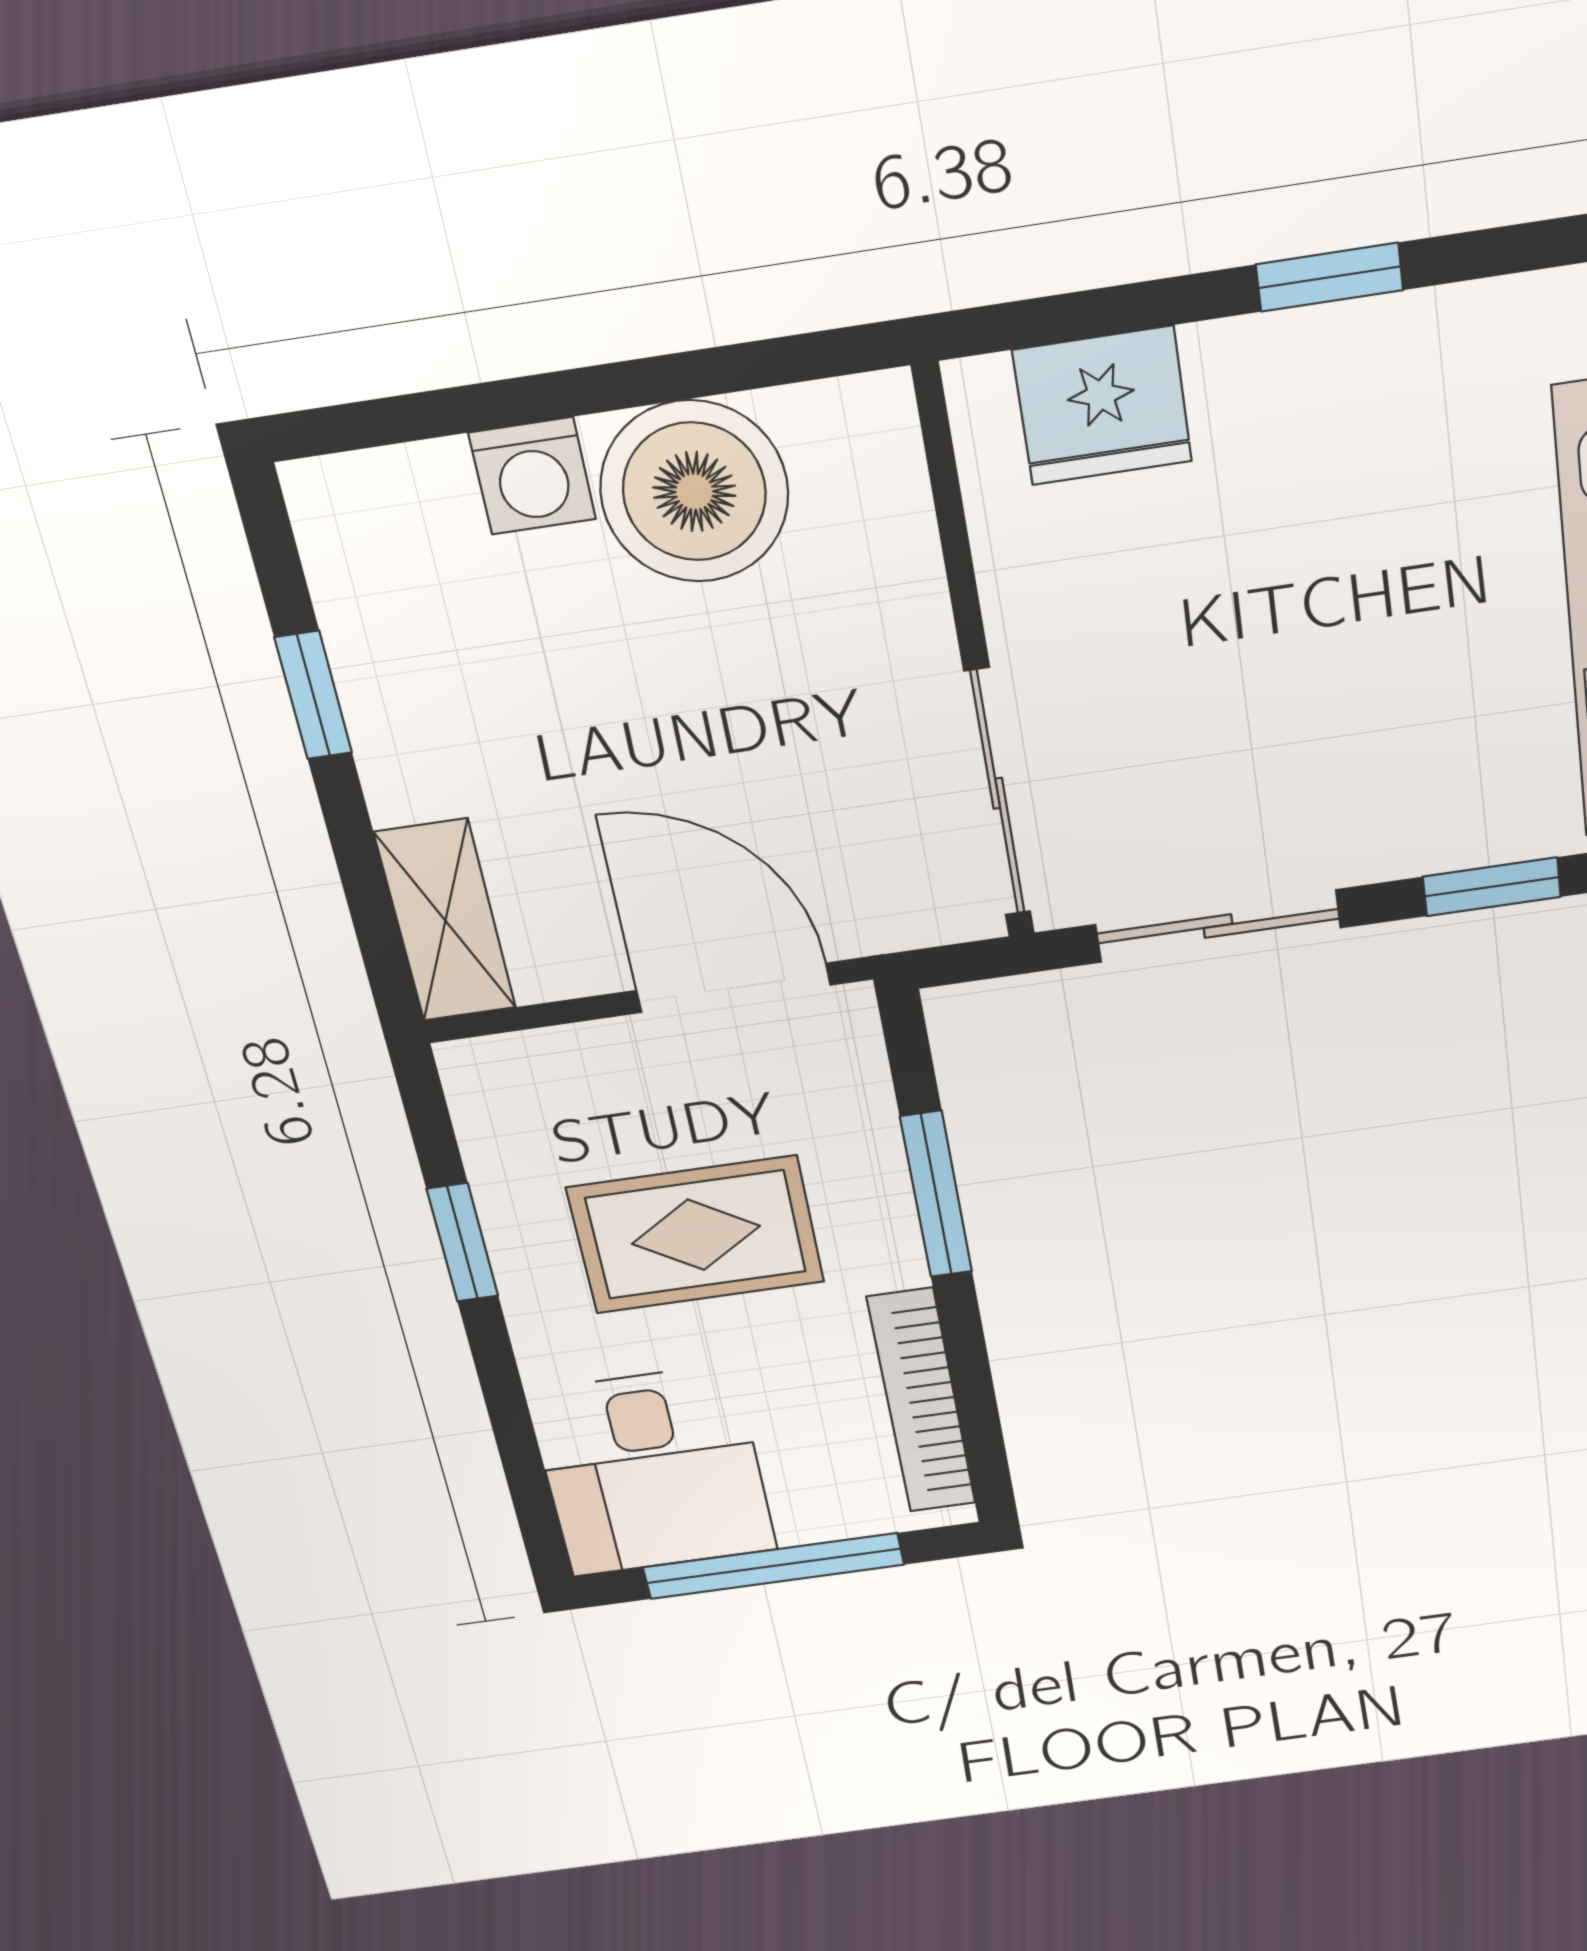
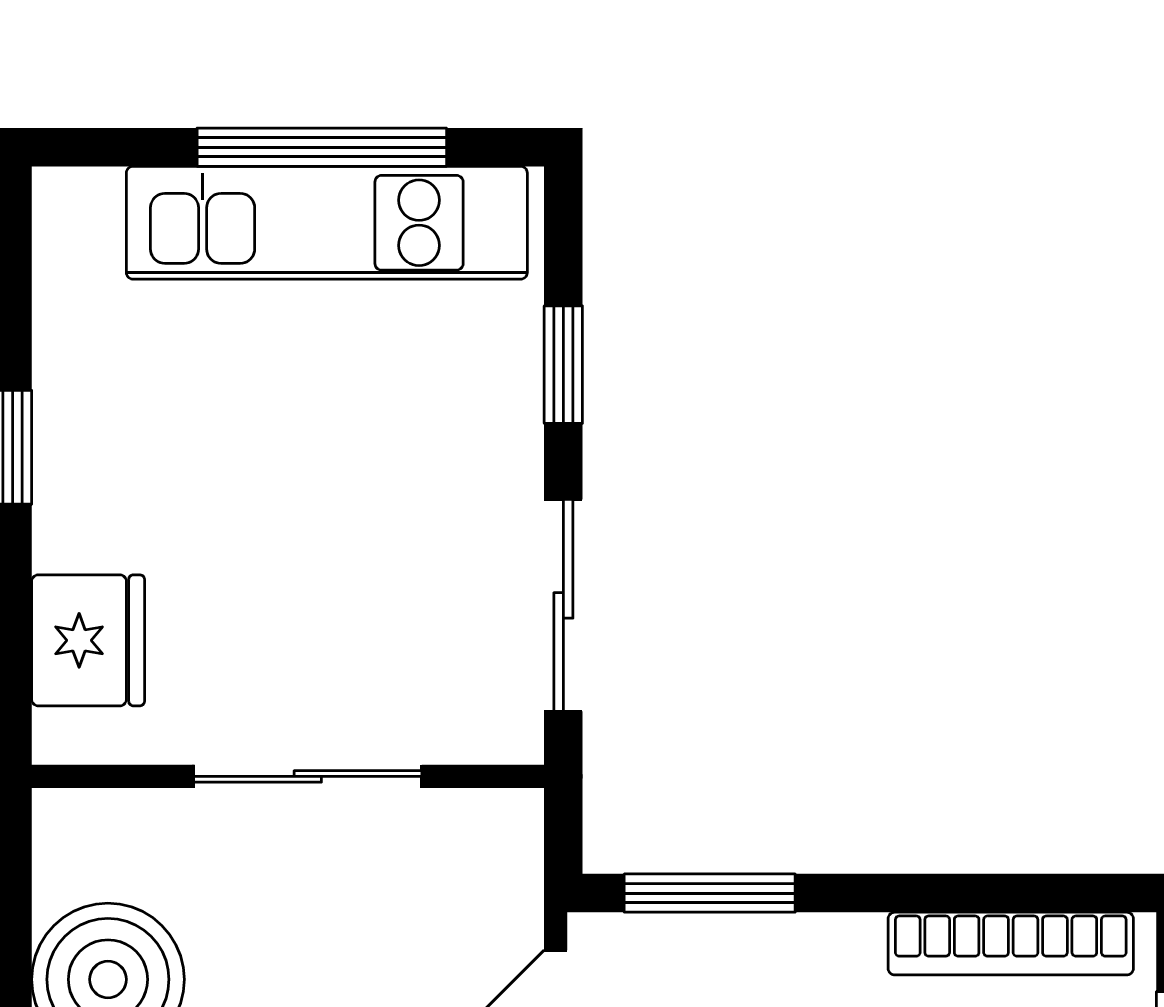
sliding door: (998, 793) -> (308, 776), moved
window: (936, 1195) -> (710, 893), moved

